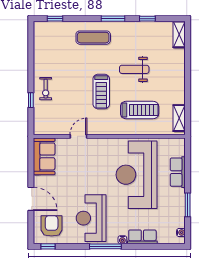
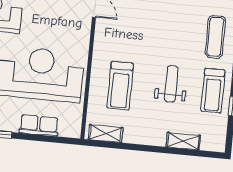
shelving: (179, 34) -> (183, 141), moved
treadmill: (101, 92) -> (213, 91), moved, turned -90

